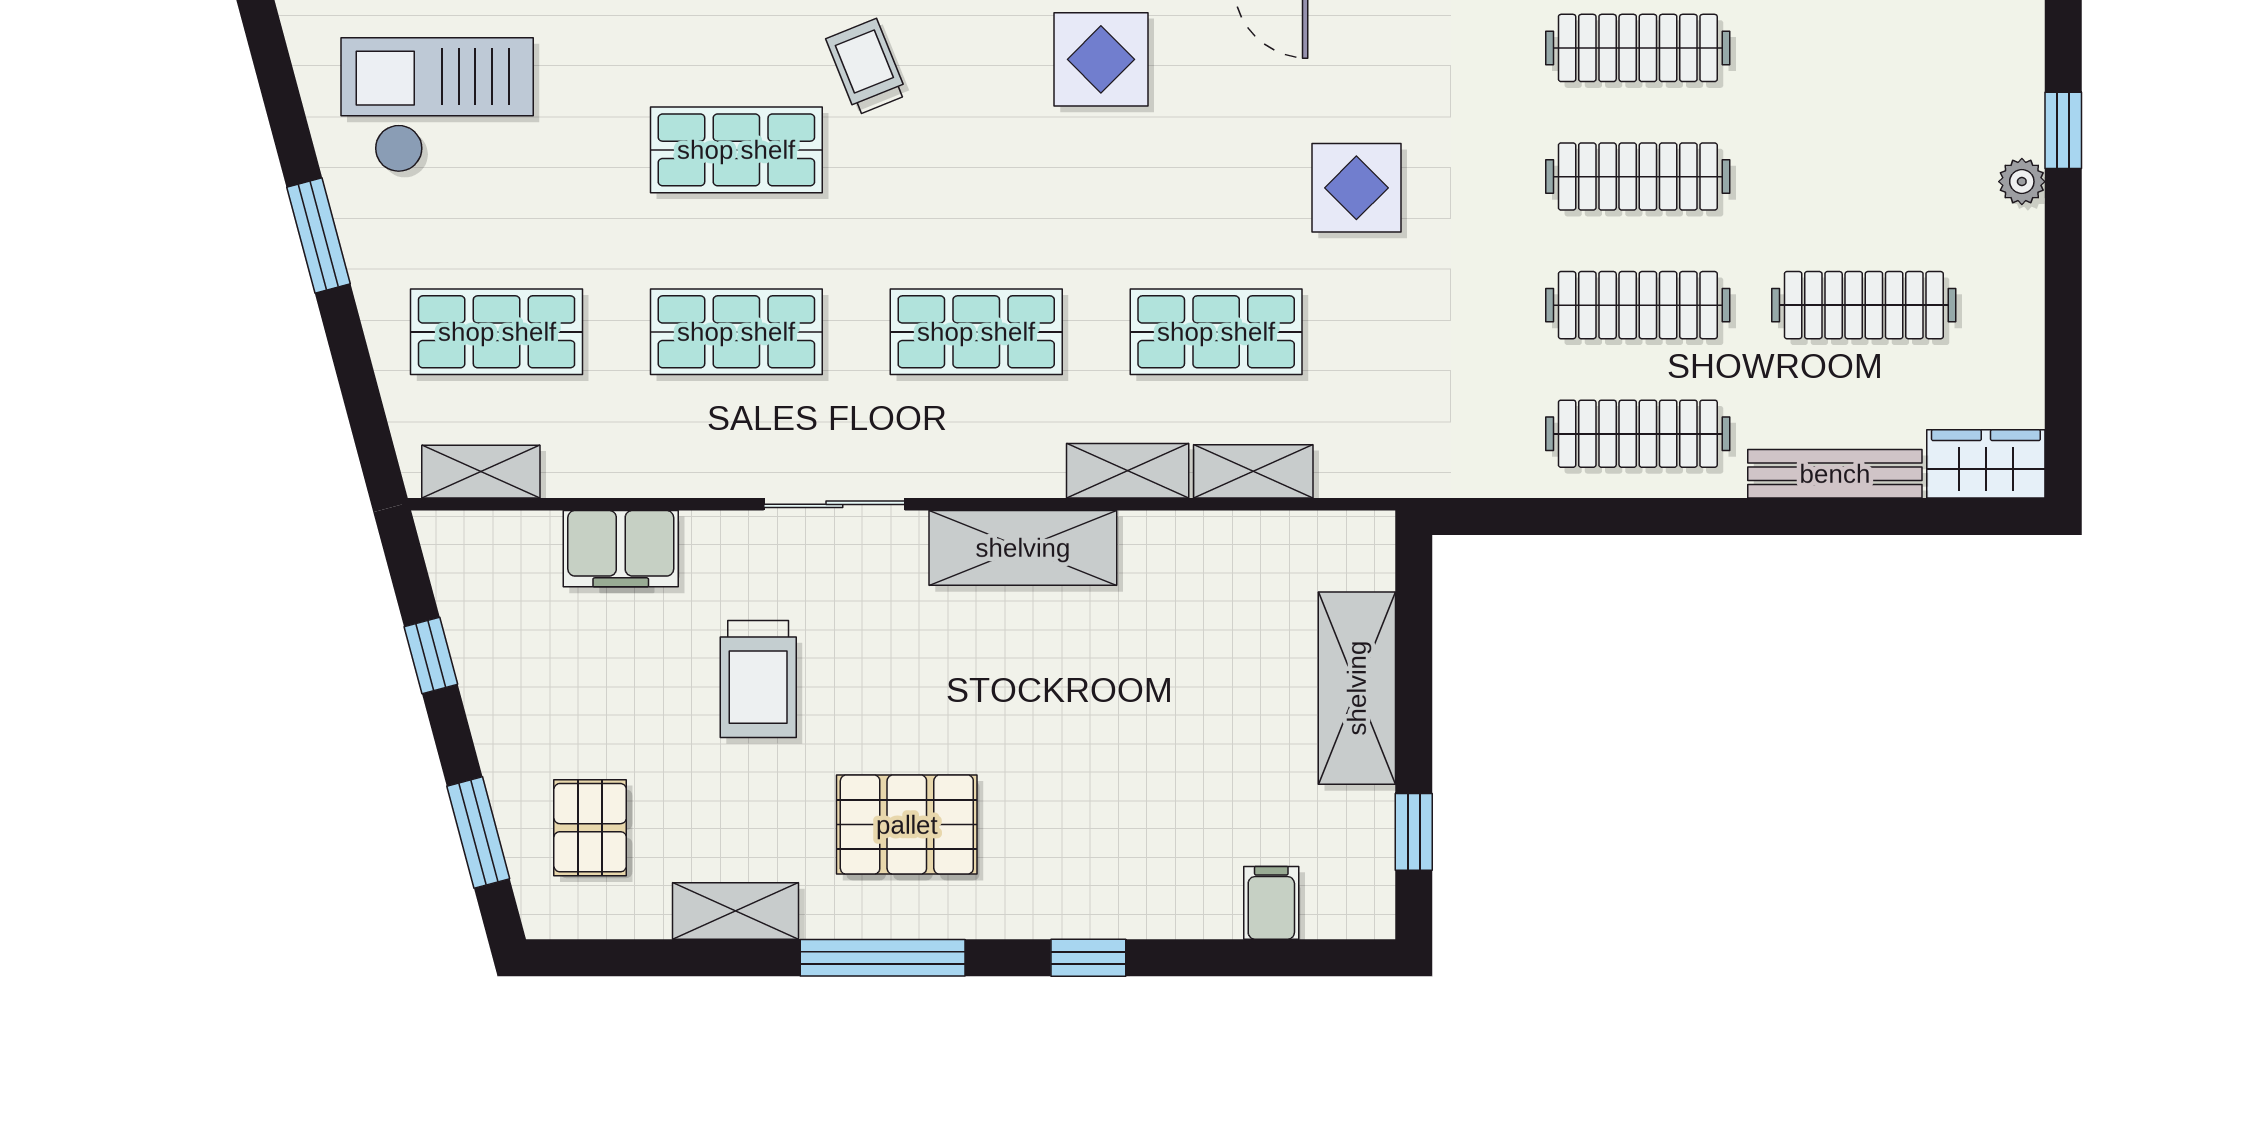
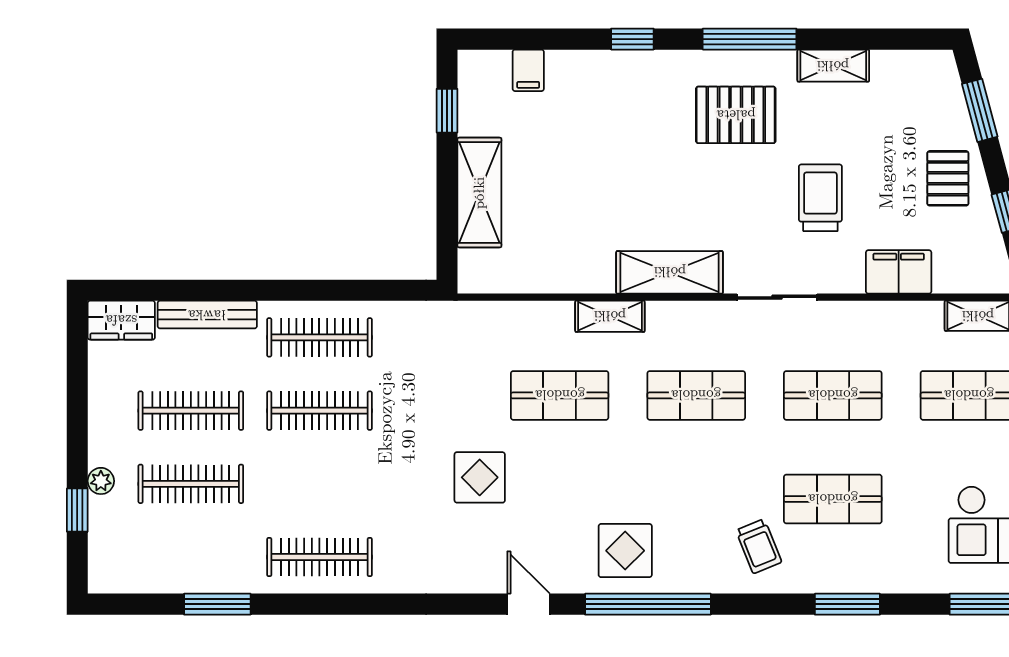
clothes rail: (1638, 177) -> (191, 484), moved
shelving: (1253, 471) -> (539, 316), removed
pallet: (590, 828) -> (948, 178), moved

